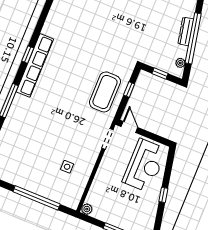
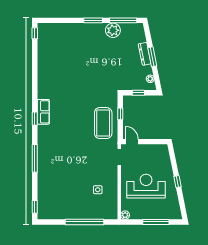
window: (193, 38) -> (152, 57), width x0.47
row of seats: (35, 65) -> (43, 112), width x0.50
reception desk: (145, 166) -> (146, 186), moved, turned -90

